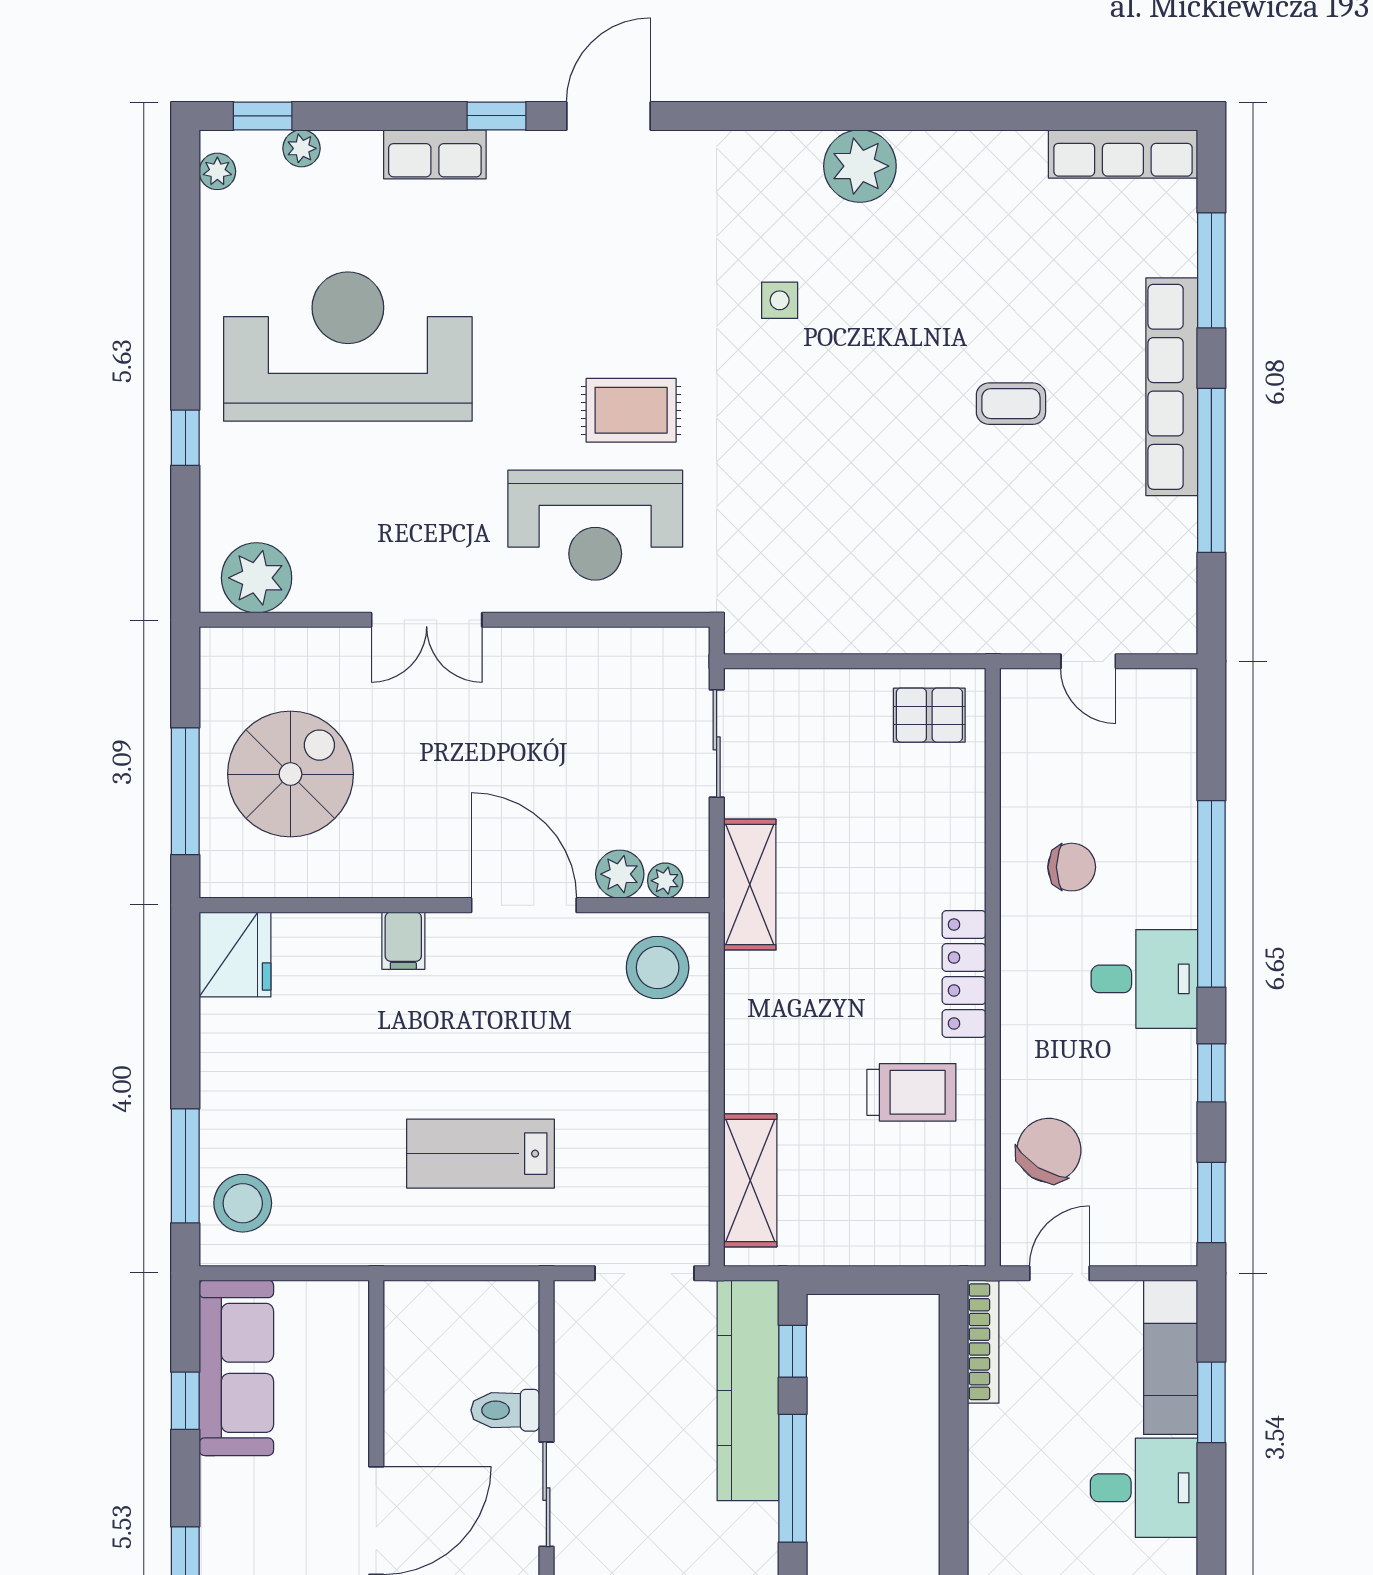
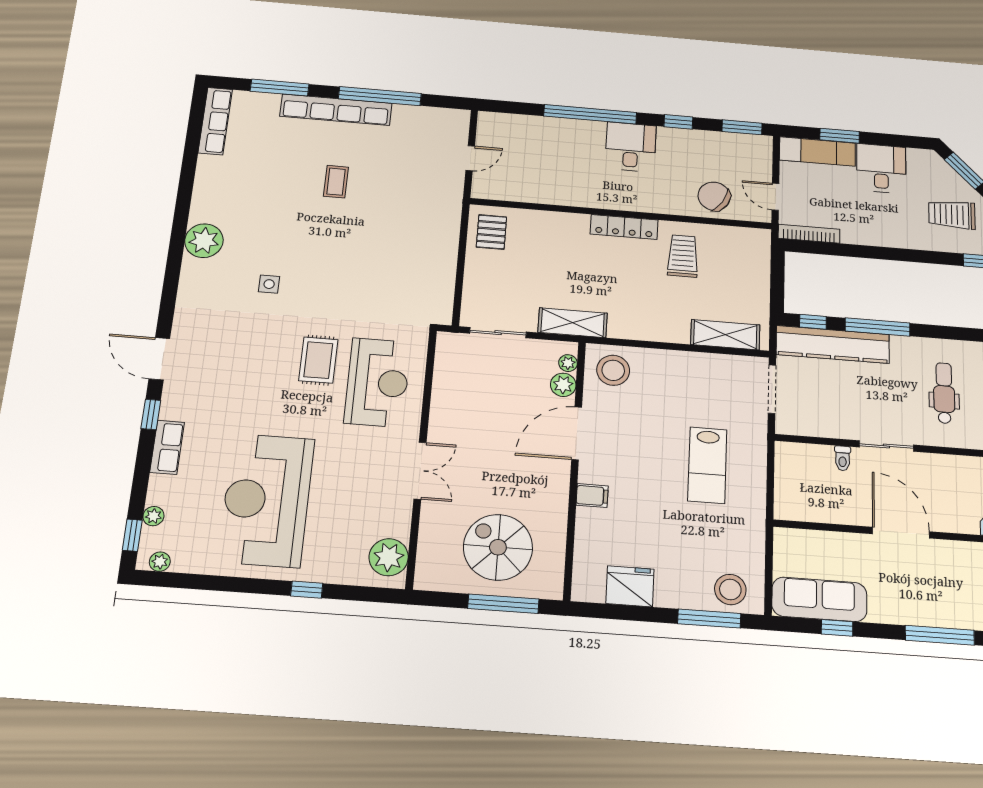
chair: (1072, 867) -> (573, 174), removed
fridge: (235, 954) -> (630, 586), moved
toilet: (505, 1410) -> (843, 458), width x0.73, depth x0.72

